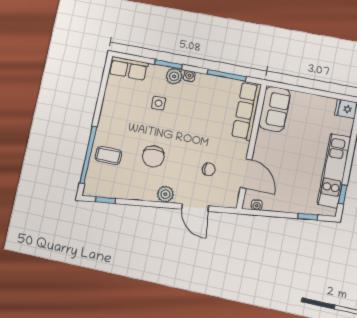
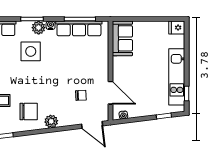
side table: (159, 103) -> (31, 51), width x1.87, depth x1.87
row of seats: (247, 111) -> (79, 28), moved, turned -90
chair: (153, 156) -> (29, 112), moved, turned -86
door: (195, 208) -> (92, 125), moved

